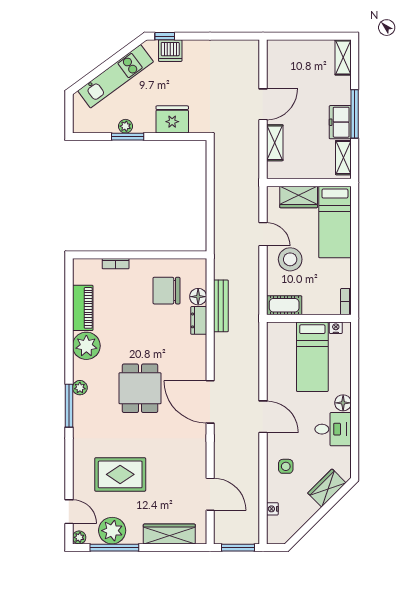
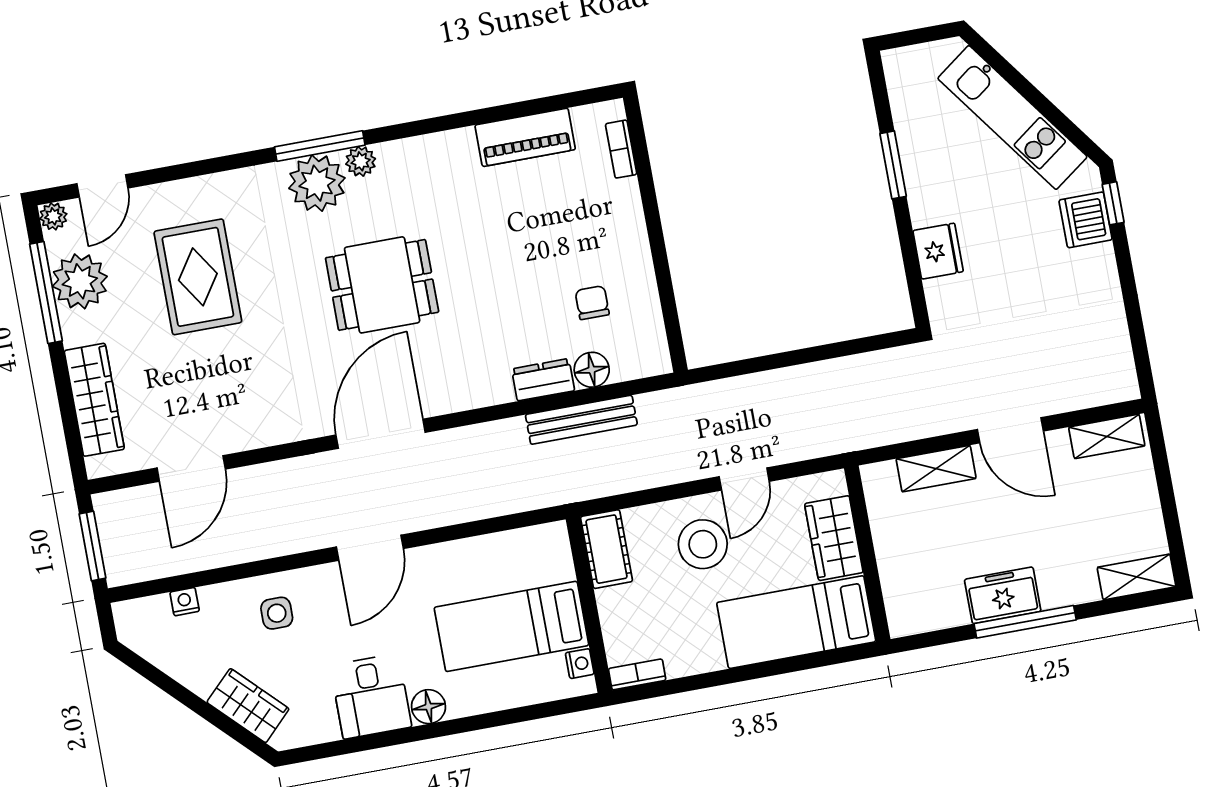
fridge: (172, 119) -> (938, 251), width x0.73, depth x0.75
plant: (125, 126) -> (914, 157), removed
shelving: (343, 158) -> (1107, 436), moved
bookcase: (116, 264) -> (621, 149), moved
chair: (167, 291) -> (592, 303), width x0.54, depth x0.54
plant: (86, 346) -> (317, 183), moved

